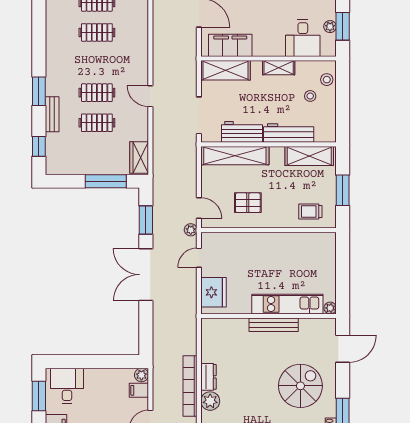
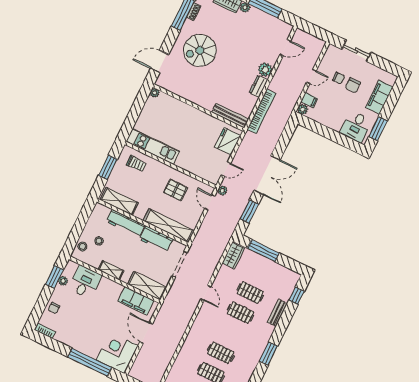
window: (39, 91) -> (268, 354), moved
kitchen unit: (287, 304) -> (153, 146), moved, turned 180
bench: (274, 325) -> (230, 116), moved
bookcase: (190, 386) -> (262, 111), moved

